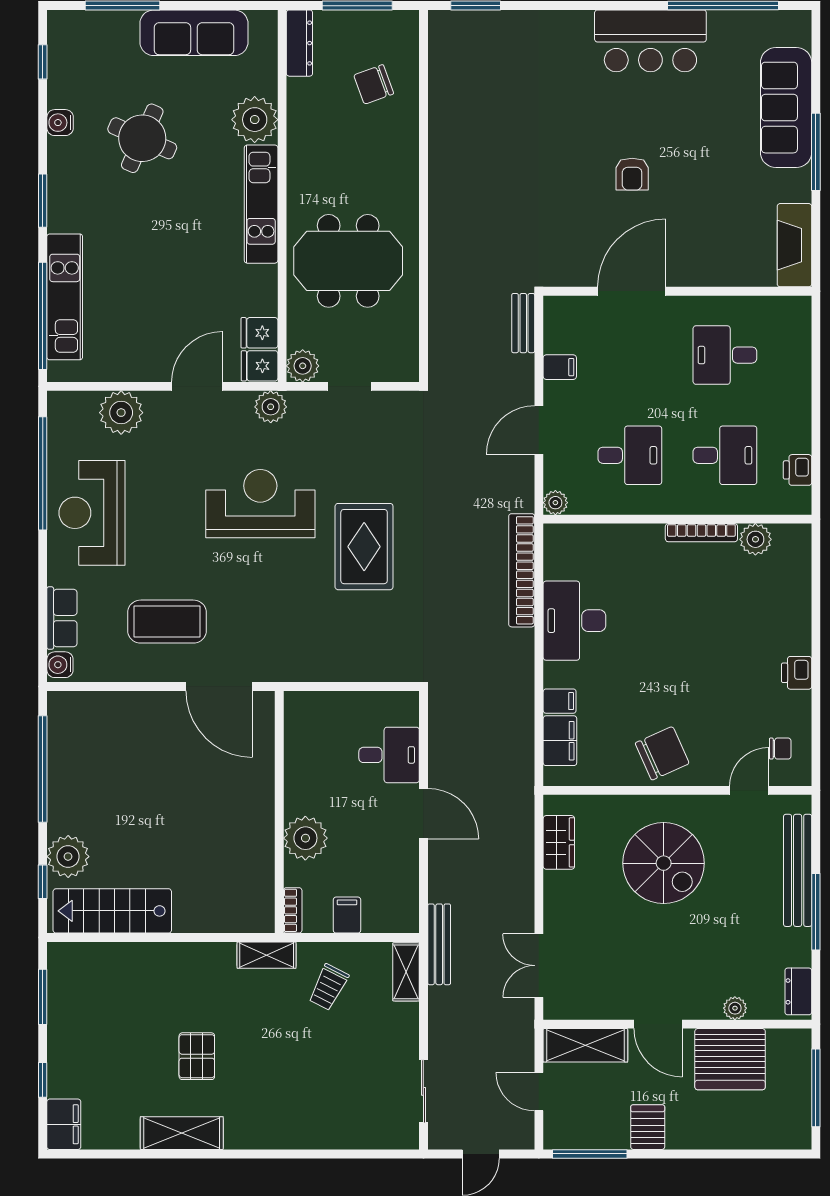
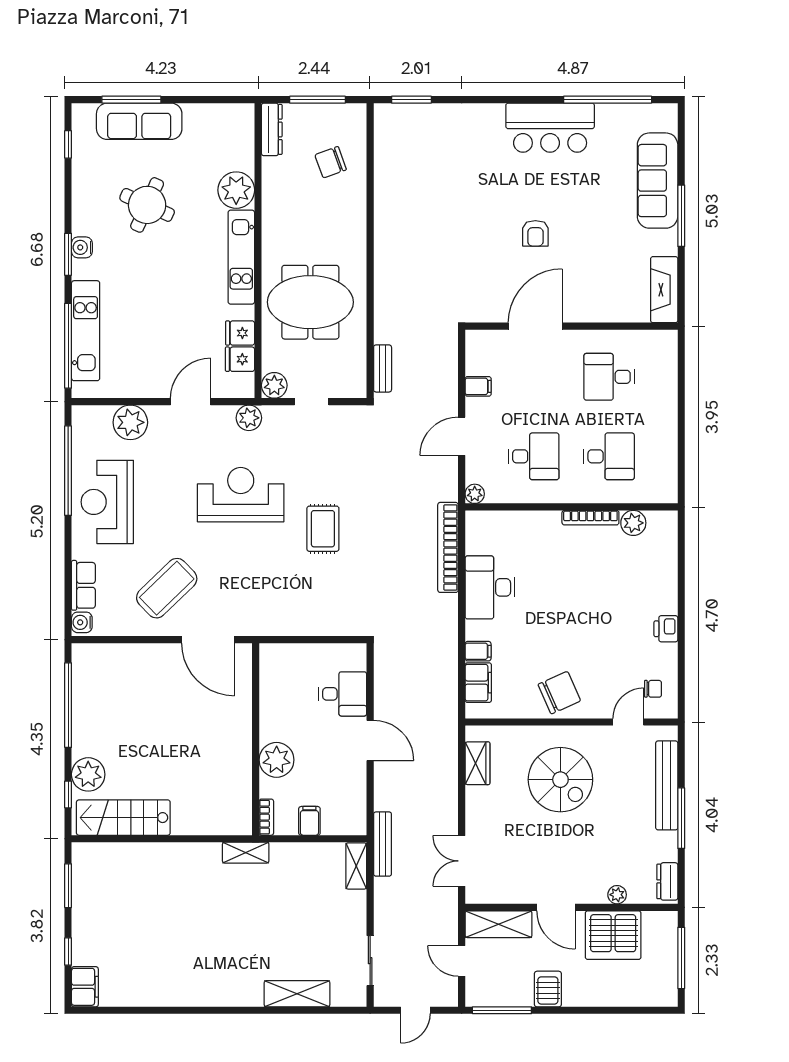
sofa: (194, 33) -> (139, 121), moved
water cooler: (60, 123) -> (82, 247), moved
bench: (523, 323) -> (383, 368), moved
fridge: (260, 366) -> (240, 333), moved
printer: (798, 470) -> (667, 468), removed
rug: (364, 547) -> (323, 529), width x0.73, depth x0.70
coffee table: (167, 622) -> (167, 588), turned -44
trolley: (328, 987) -> (295, 878), removed
pallet: (197, 1056) -> (190, 933), removed
shelving: (182, 1133) -> (297, 994), moved

